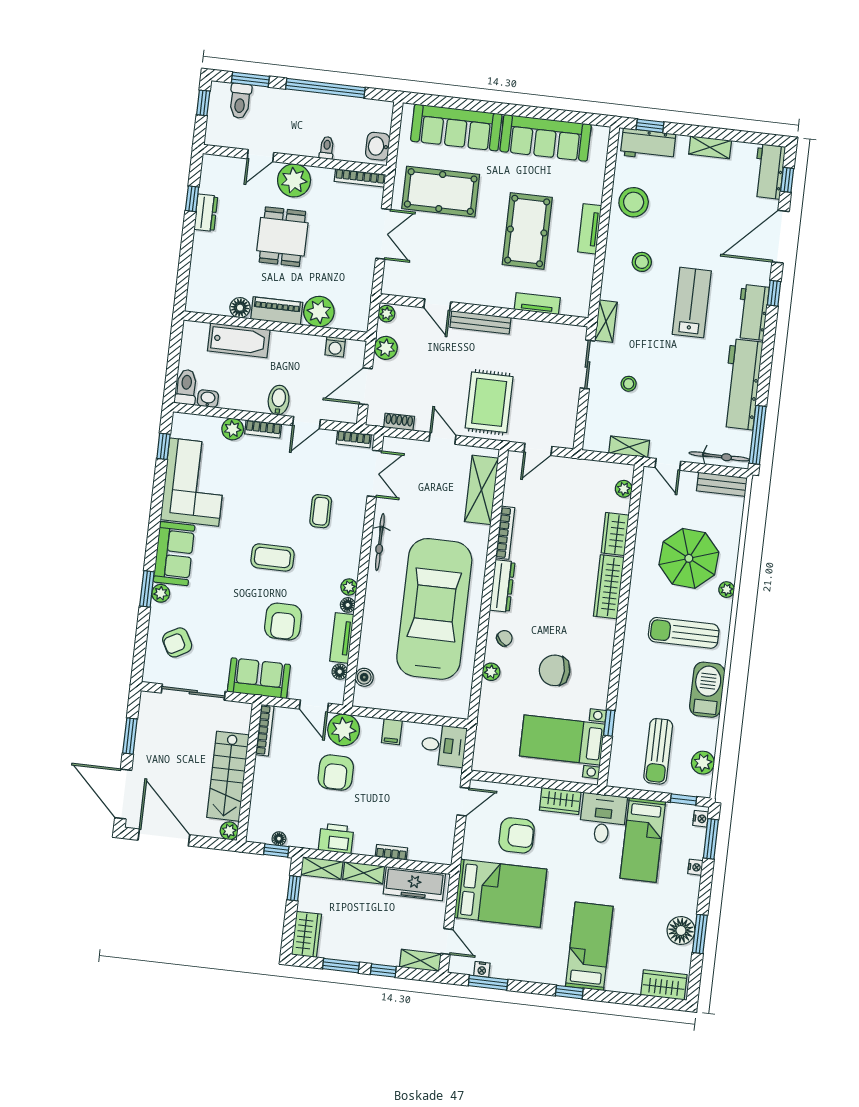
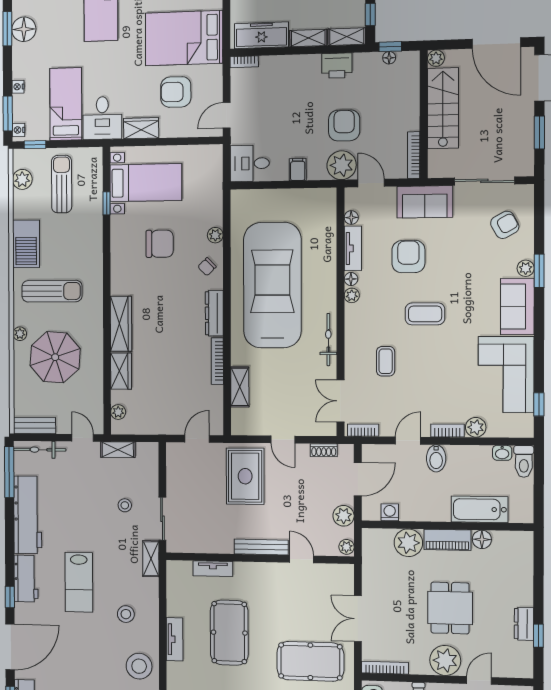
shelving: (481, 490) -> (240, 387), width x0.67, depth x0.75
car: (434, 609) -> (272, 285), turned 180
boiler: (364, 677) -> (328, 215), removed
bookcase: (391, 852) -> (244, 62), moved

